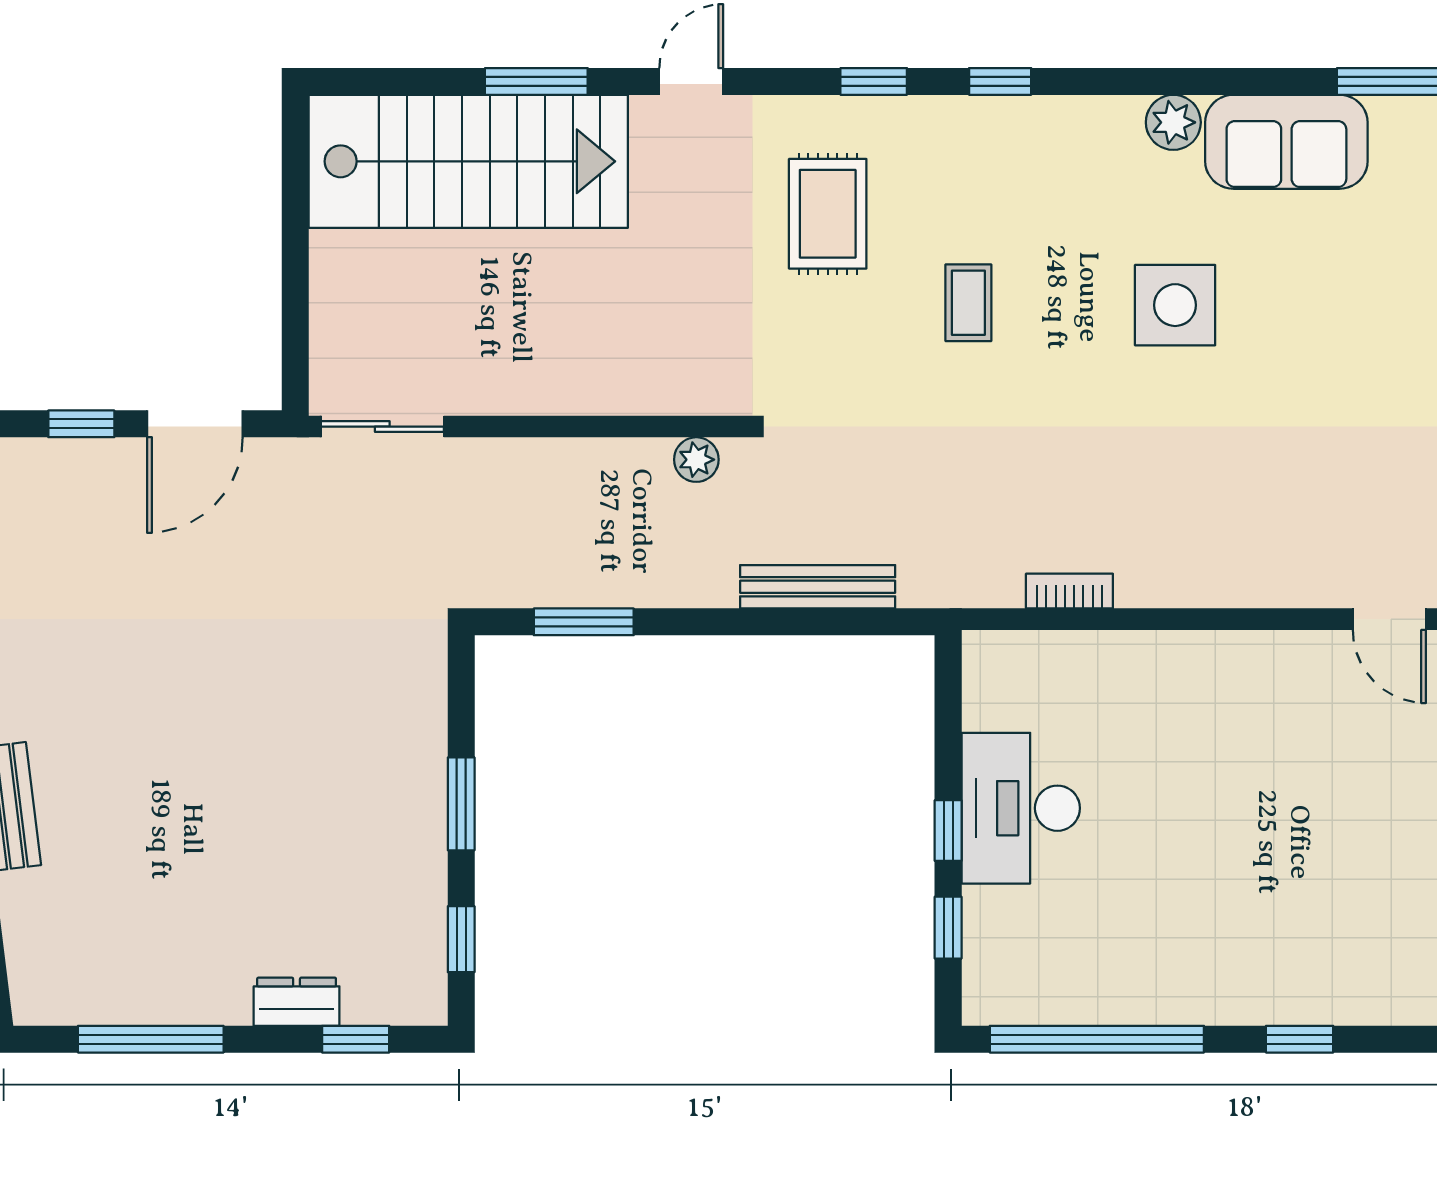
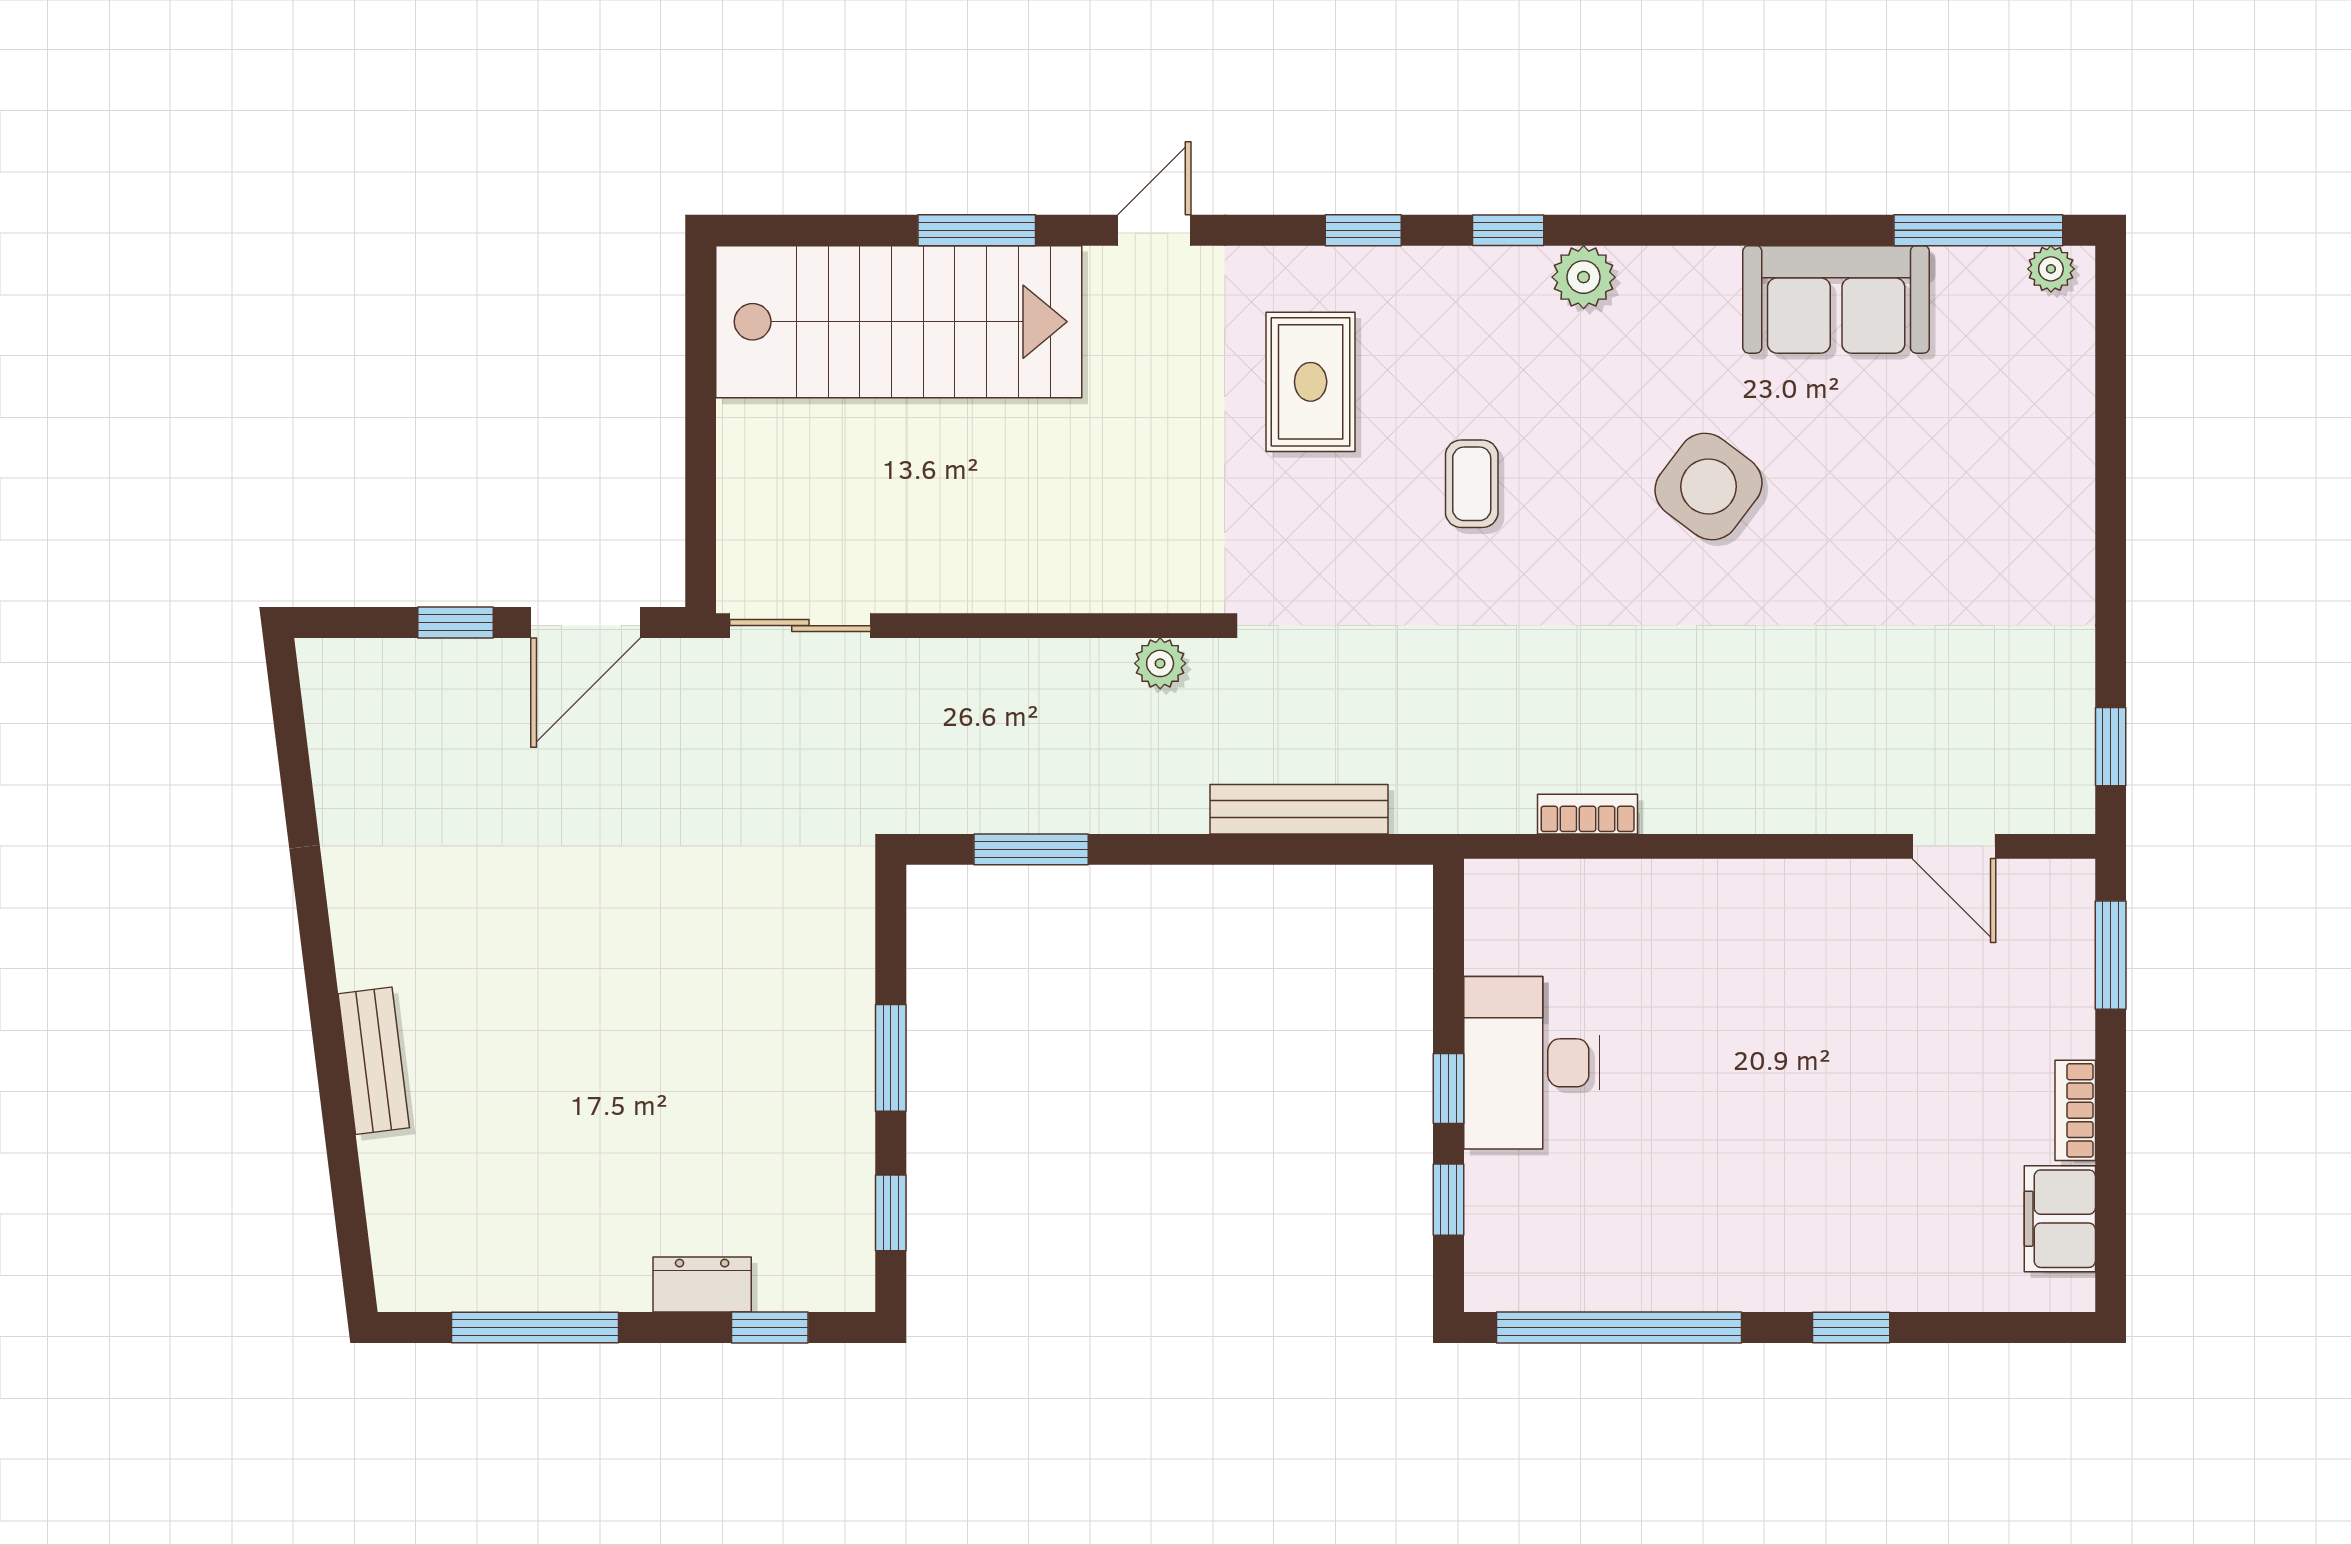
plant: (1173, 122) -> (1584, 277), moved
side table: (1175, 305) -> (1709, 487), turned 37

